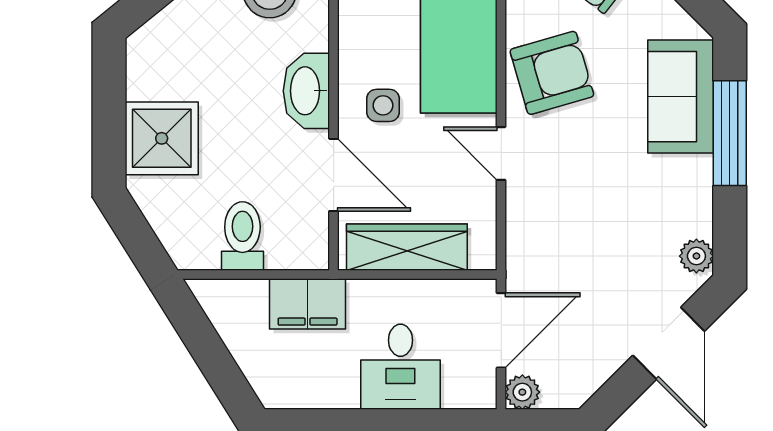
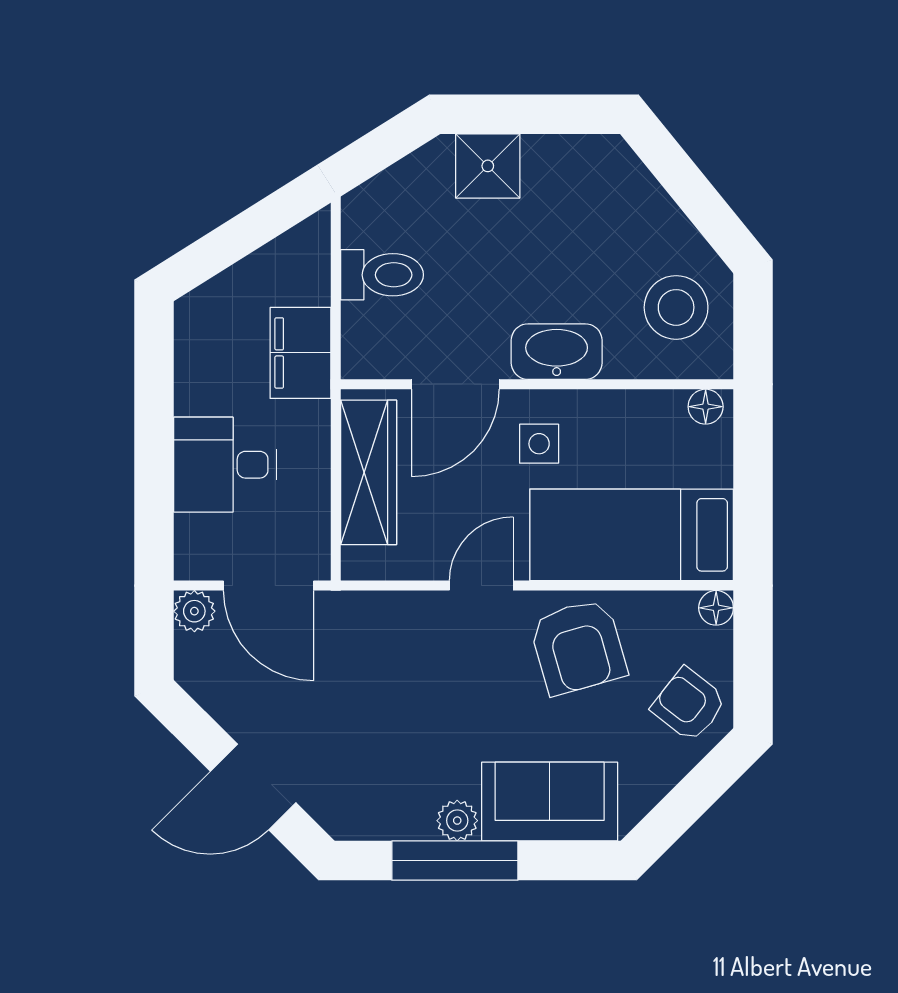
window: (730, 133) -> (455, 861), moved
shower: (162, 138) -> (488, 166), width x0.73, depth x0.73
plant: (696, 256) -> (457, 821), moved

